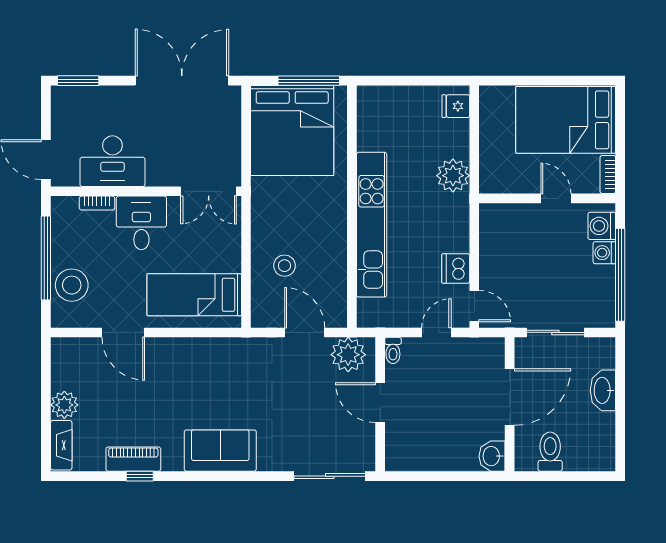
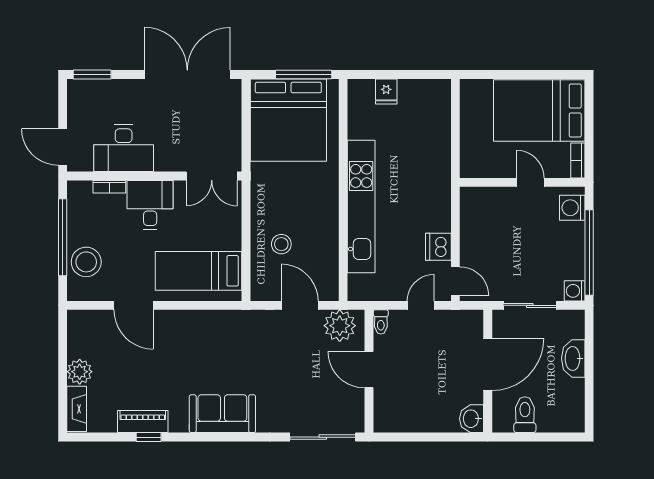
fridge: (456, 106) -> (386, 91), moved, turned -90
plant: (453, 176) -> (436, 162), removed
washing machine: (604, 253) -> (575, 291), moved

